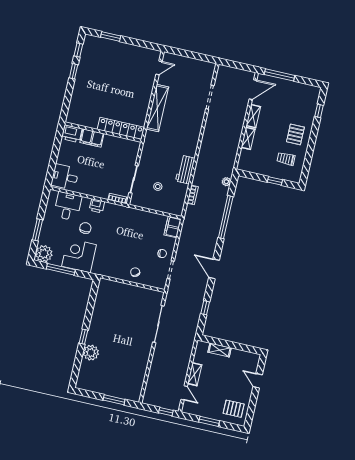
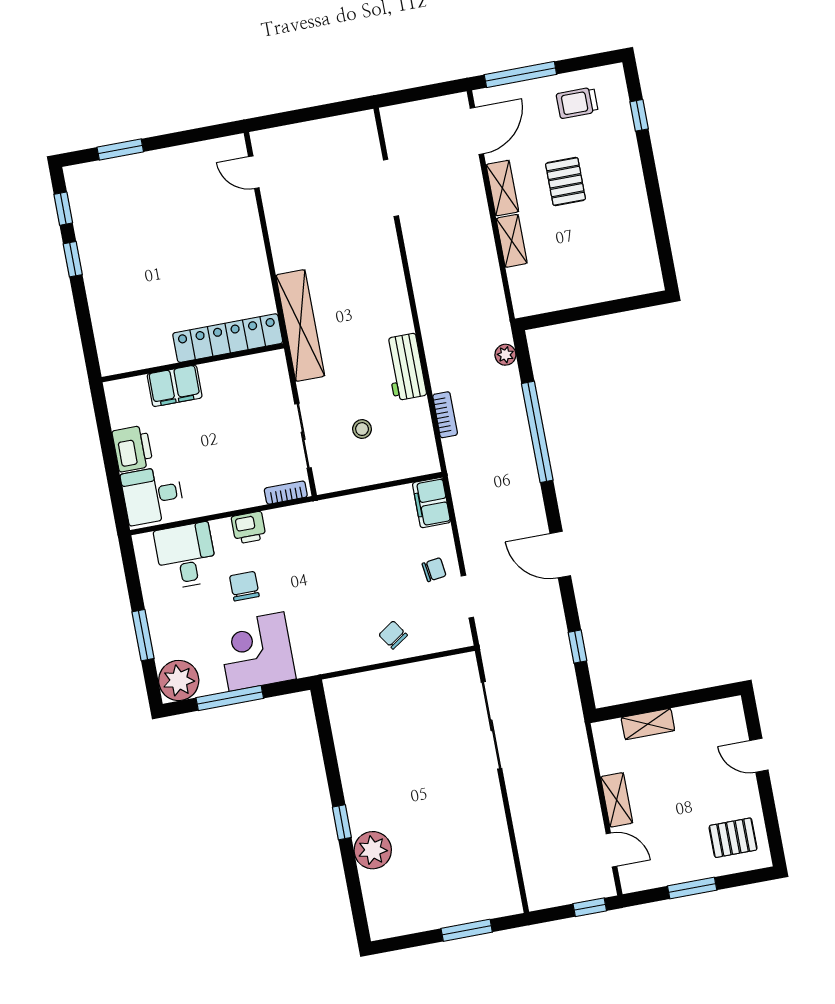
door: (159, 68) -> (254, 172), swing flipped
shelving: (157, 108) -> (300, 326), moved
printer: (72, 134) -> (133, 448), moved, turned -90
pallet: (295, 134) -> (565, 181), moved
trolley: (286, 159) -> (577, 103), moved
window: (275, 181) -> (610, 308), removed

